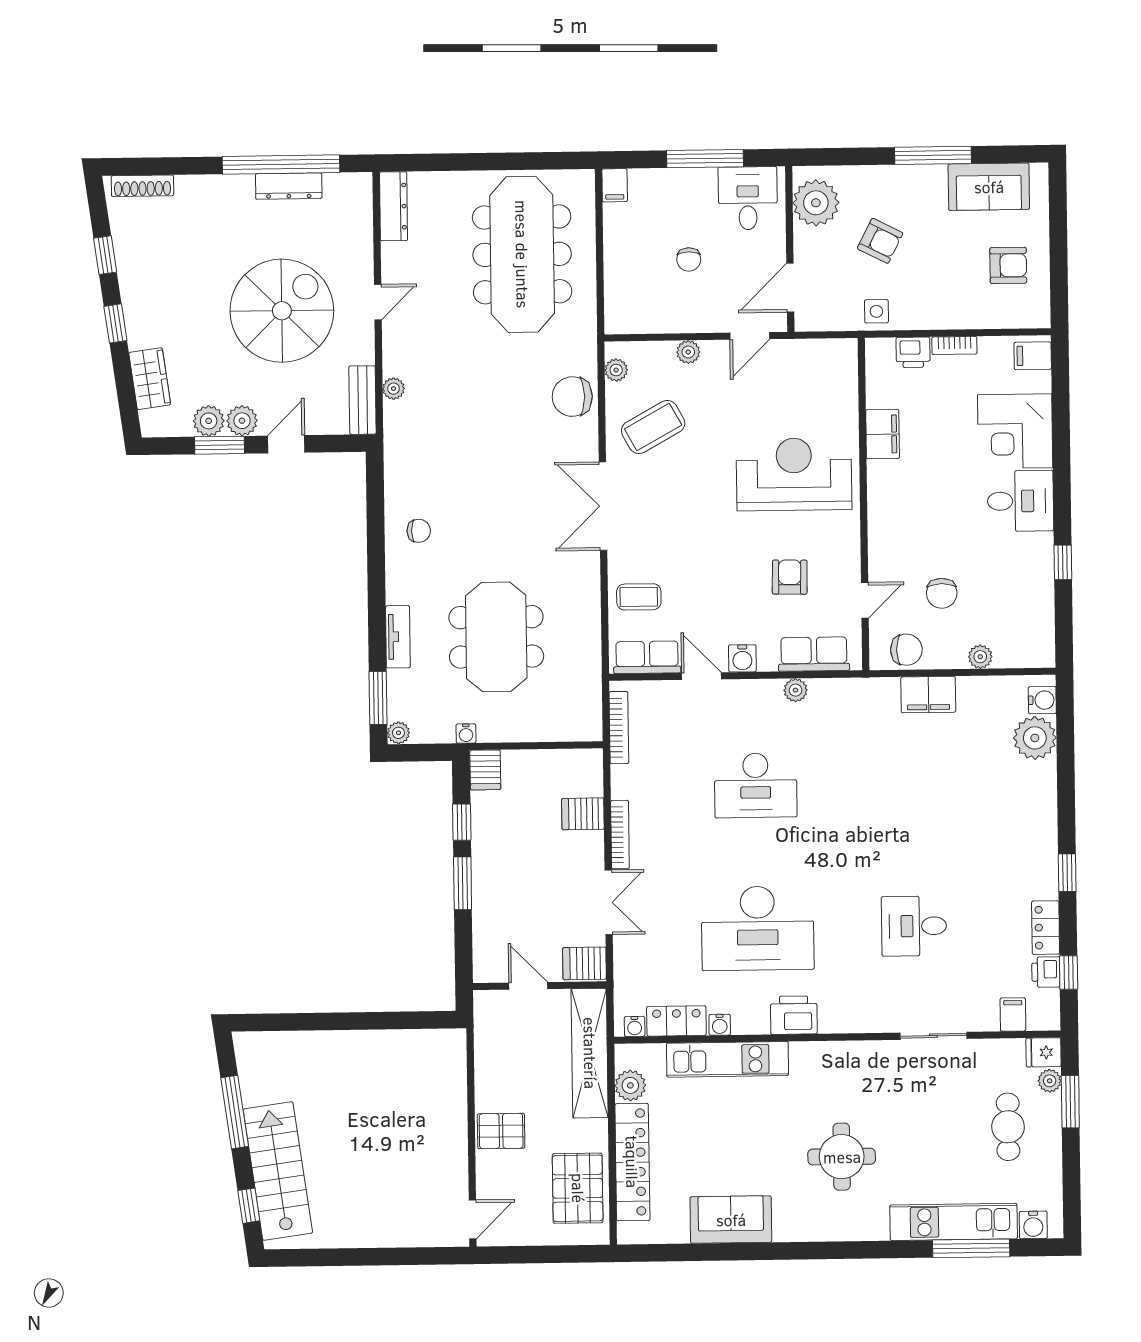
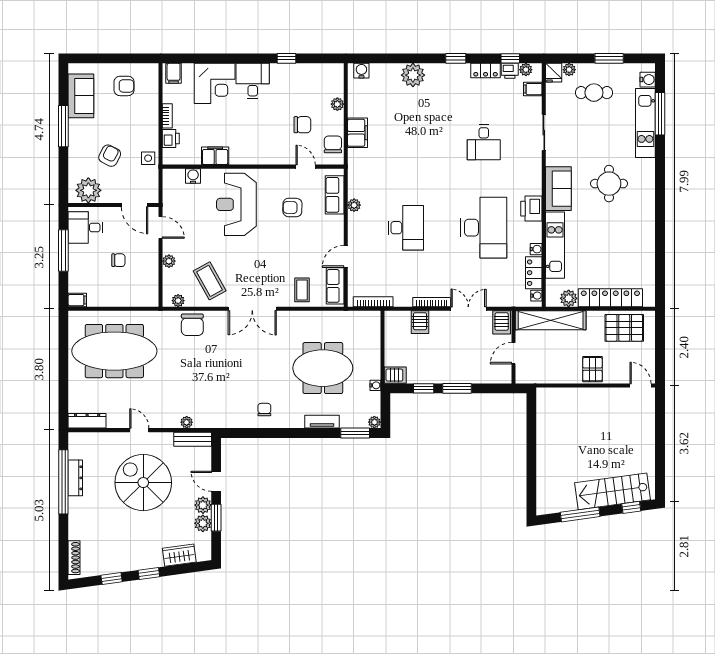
armchair: (1008, 265) -> (124, 86), turned 90
water cooler: (742, 658) -> (193, 176), moved, turned -90
plant: (1035, 738) -> (413, 75), moved
plant: (1049, 1001) -> (526, 70), added
window: (1070, 1102) -> (609, 58), moved
sofa: (731, 1220) -> (558, 189), moved, turned 180

